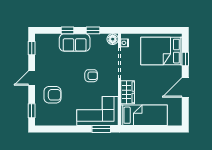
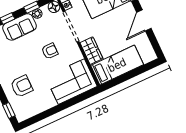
plant: (95, 38) -> (37, 14), added
window: (101, 129) -> (83, 97), removed

